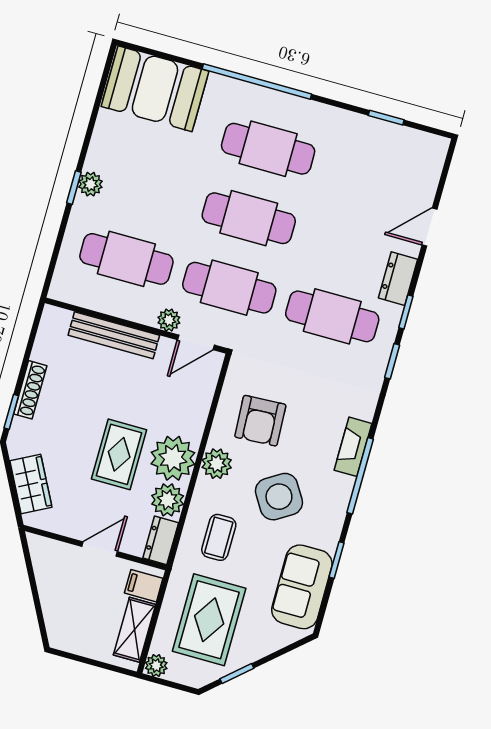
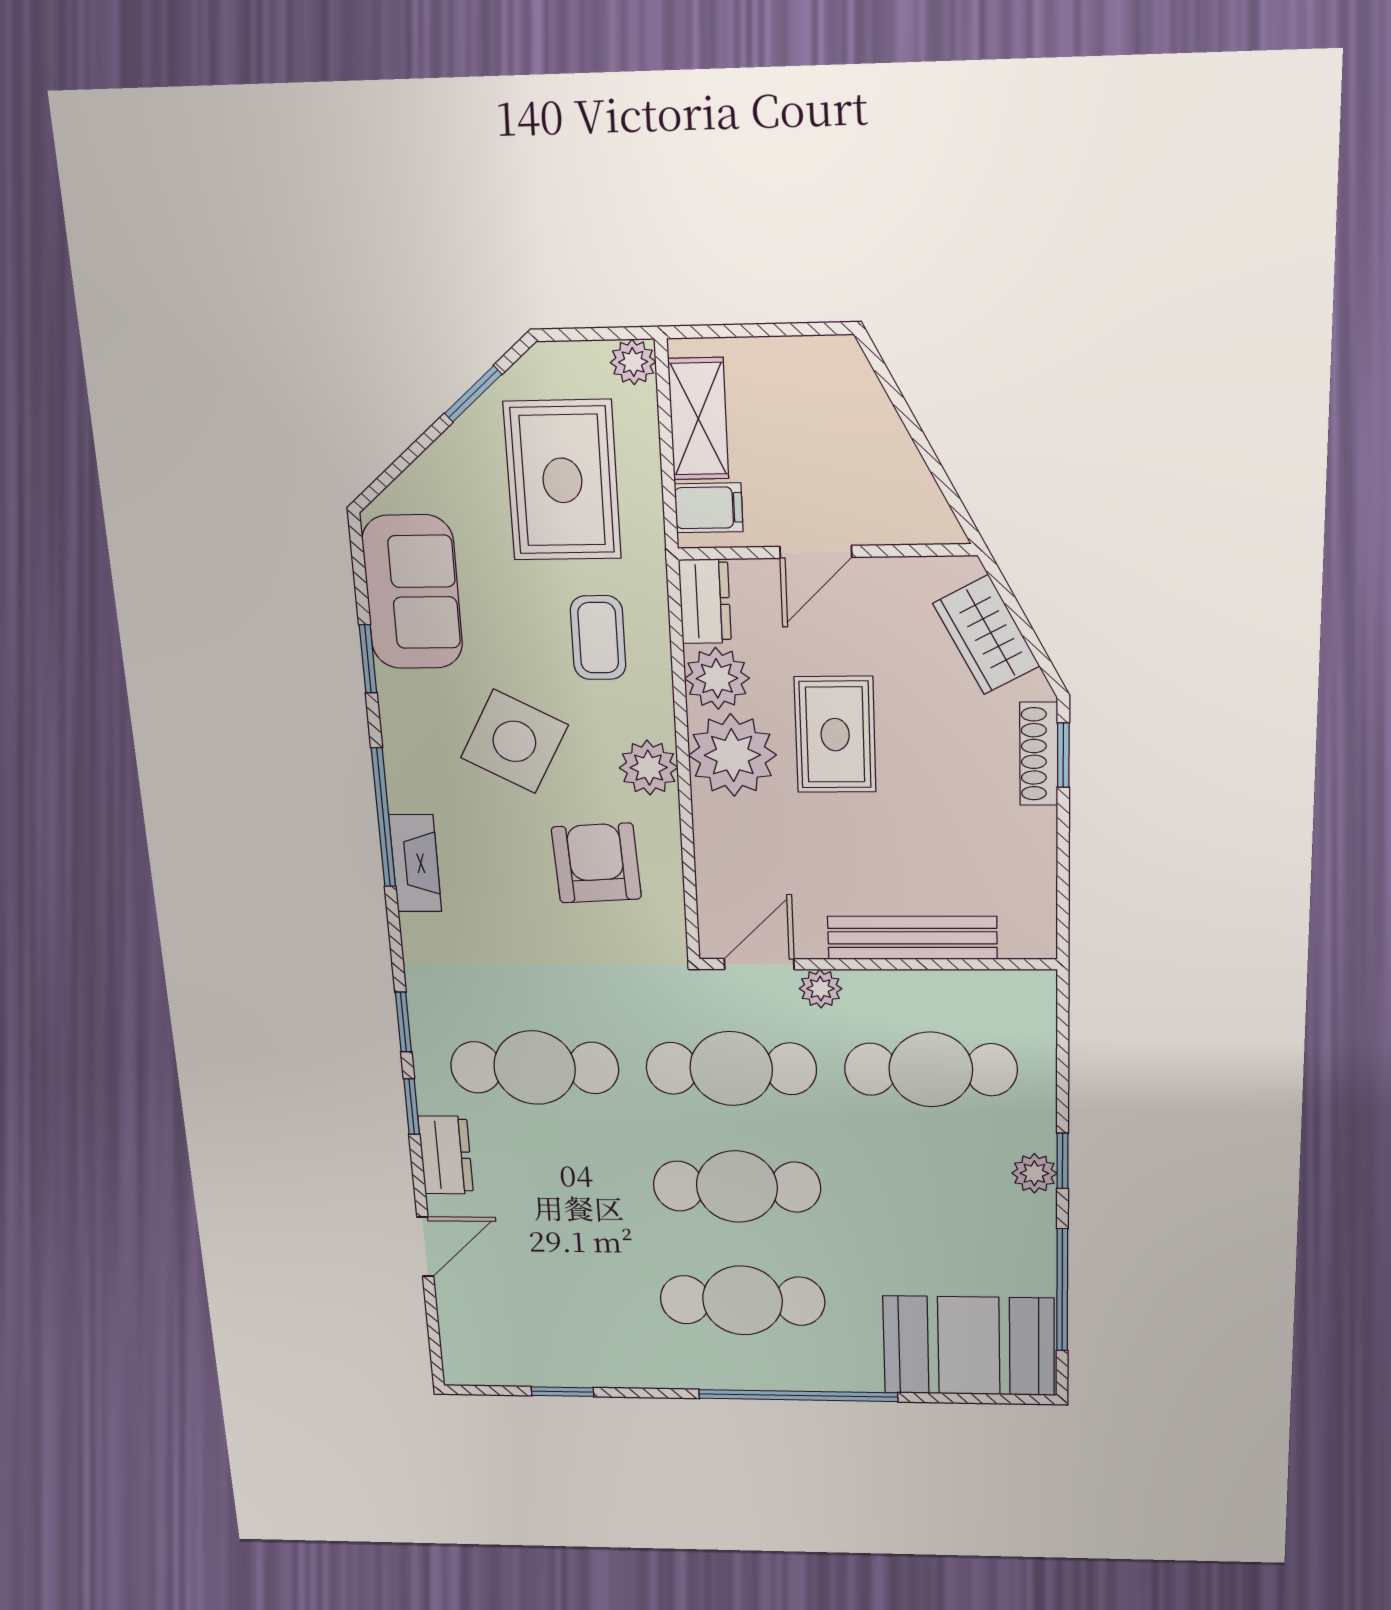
window: (96, 110) -> (1062, 1290), added
shoe rack: (30, 390) -> (1039, 754), moved
side table: (279, 497) -> (514, 741), turned -30

